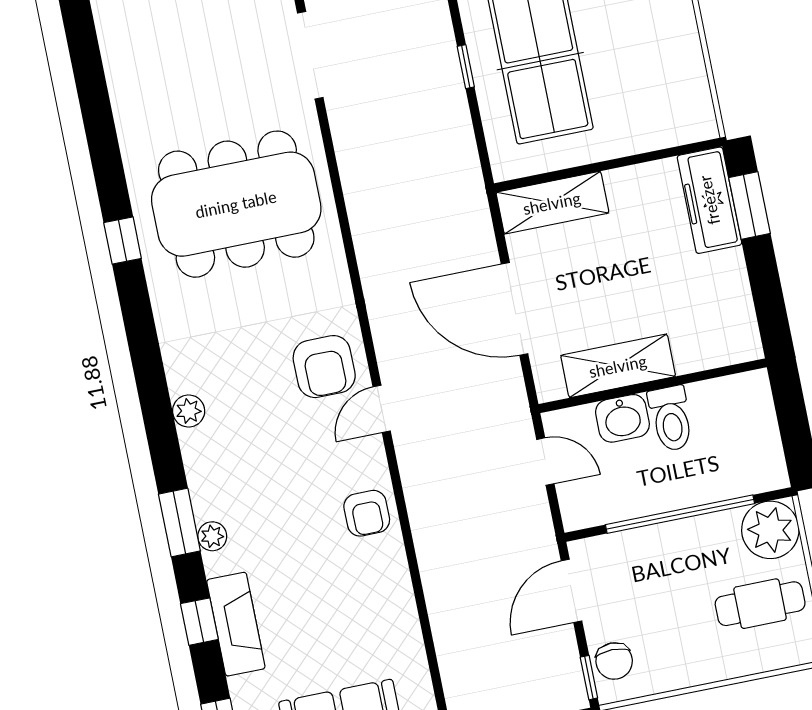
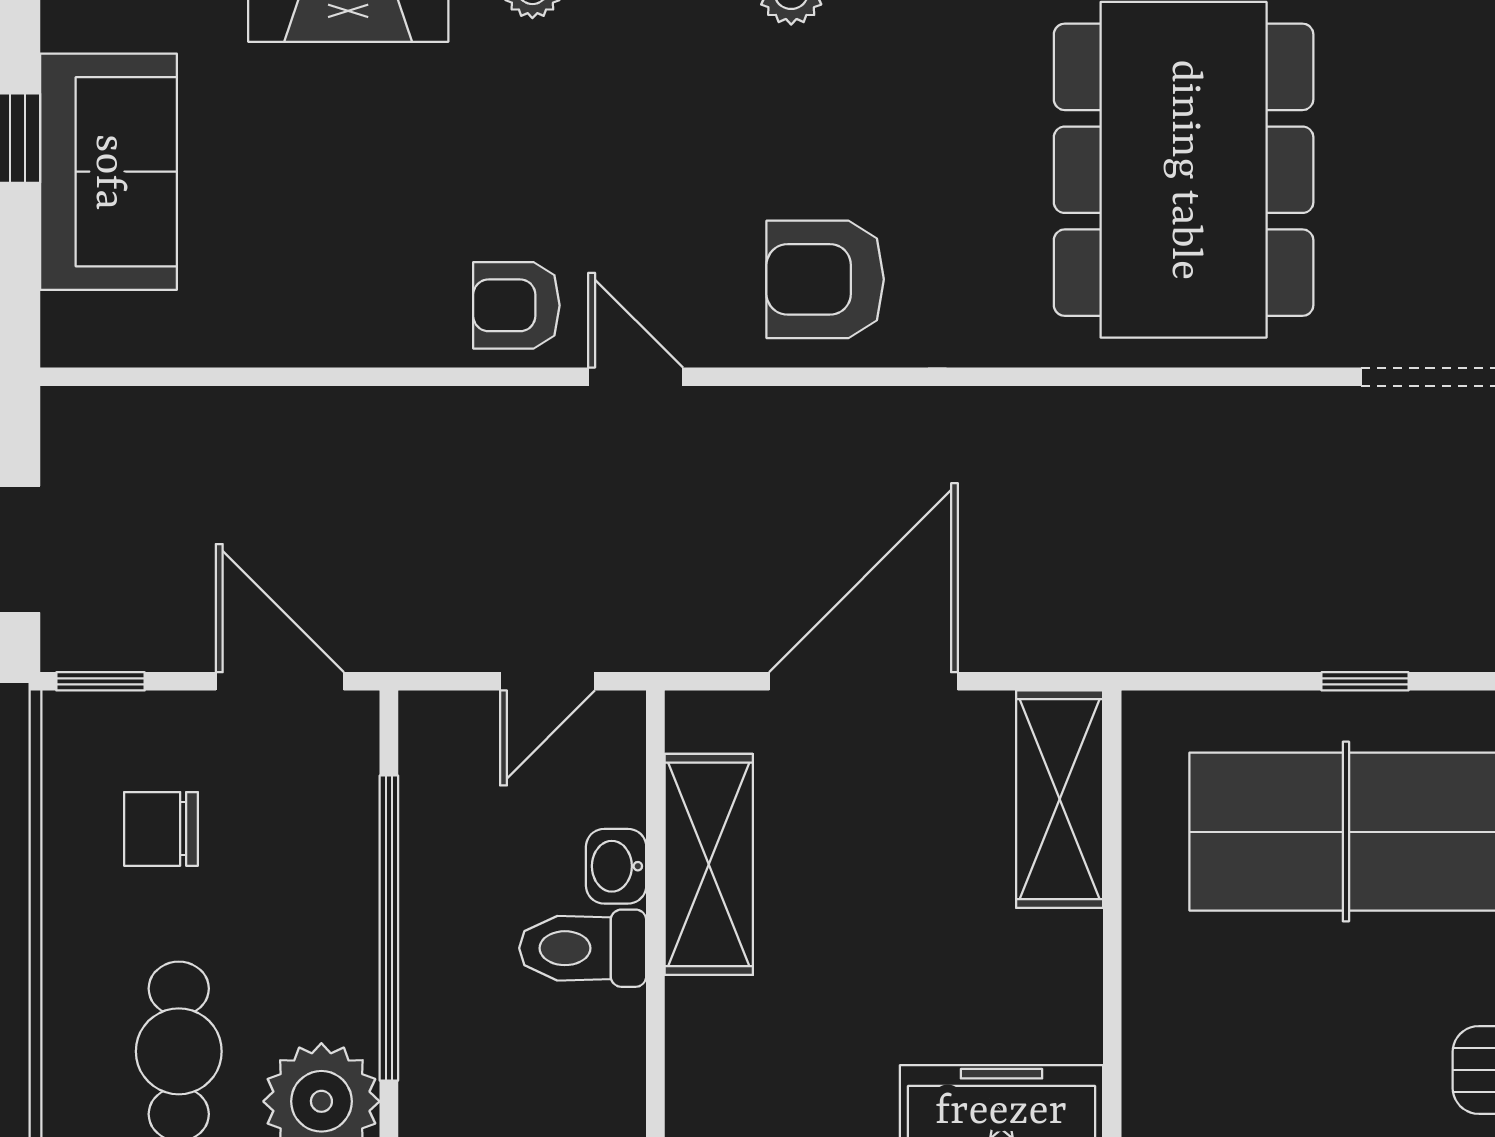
door: (382, 409) -> (636, 377), moved
washbasin: (622, 418) -> (616, 866), width x0.72, depth x0.69
chair: (614, 661) -> (161, 829), moved

